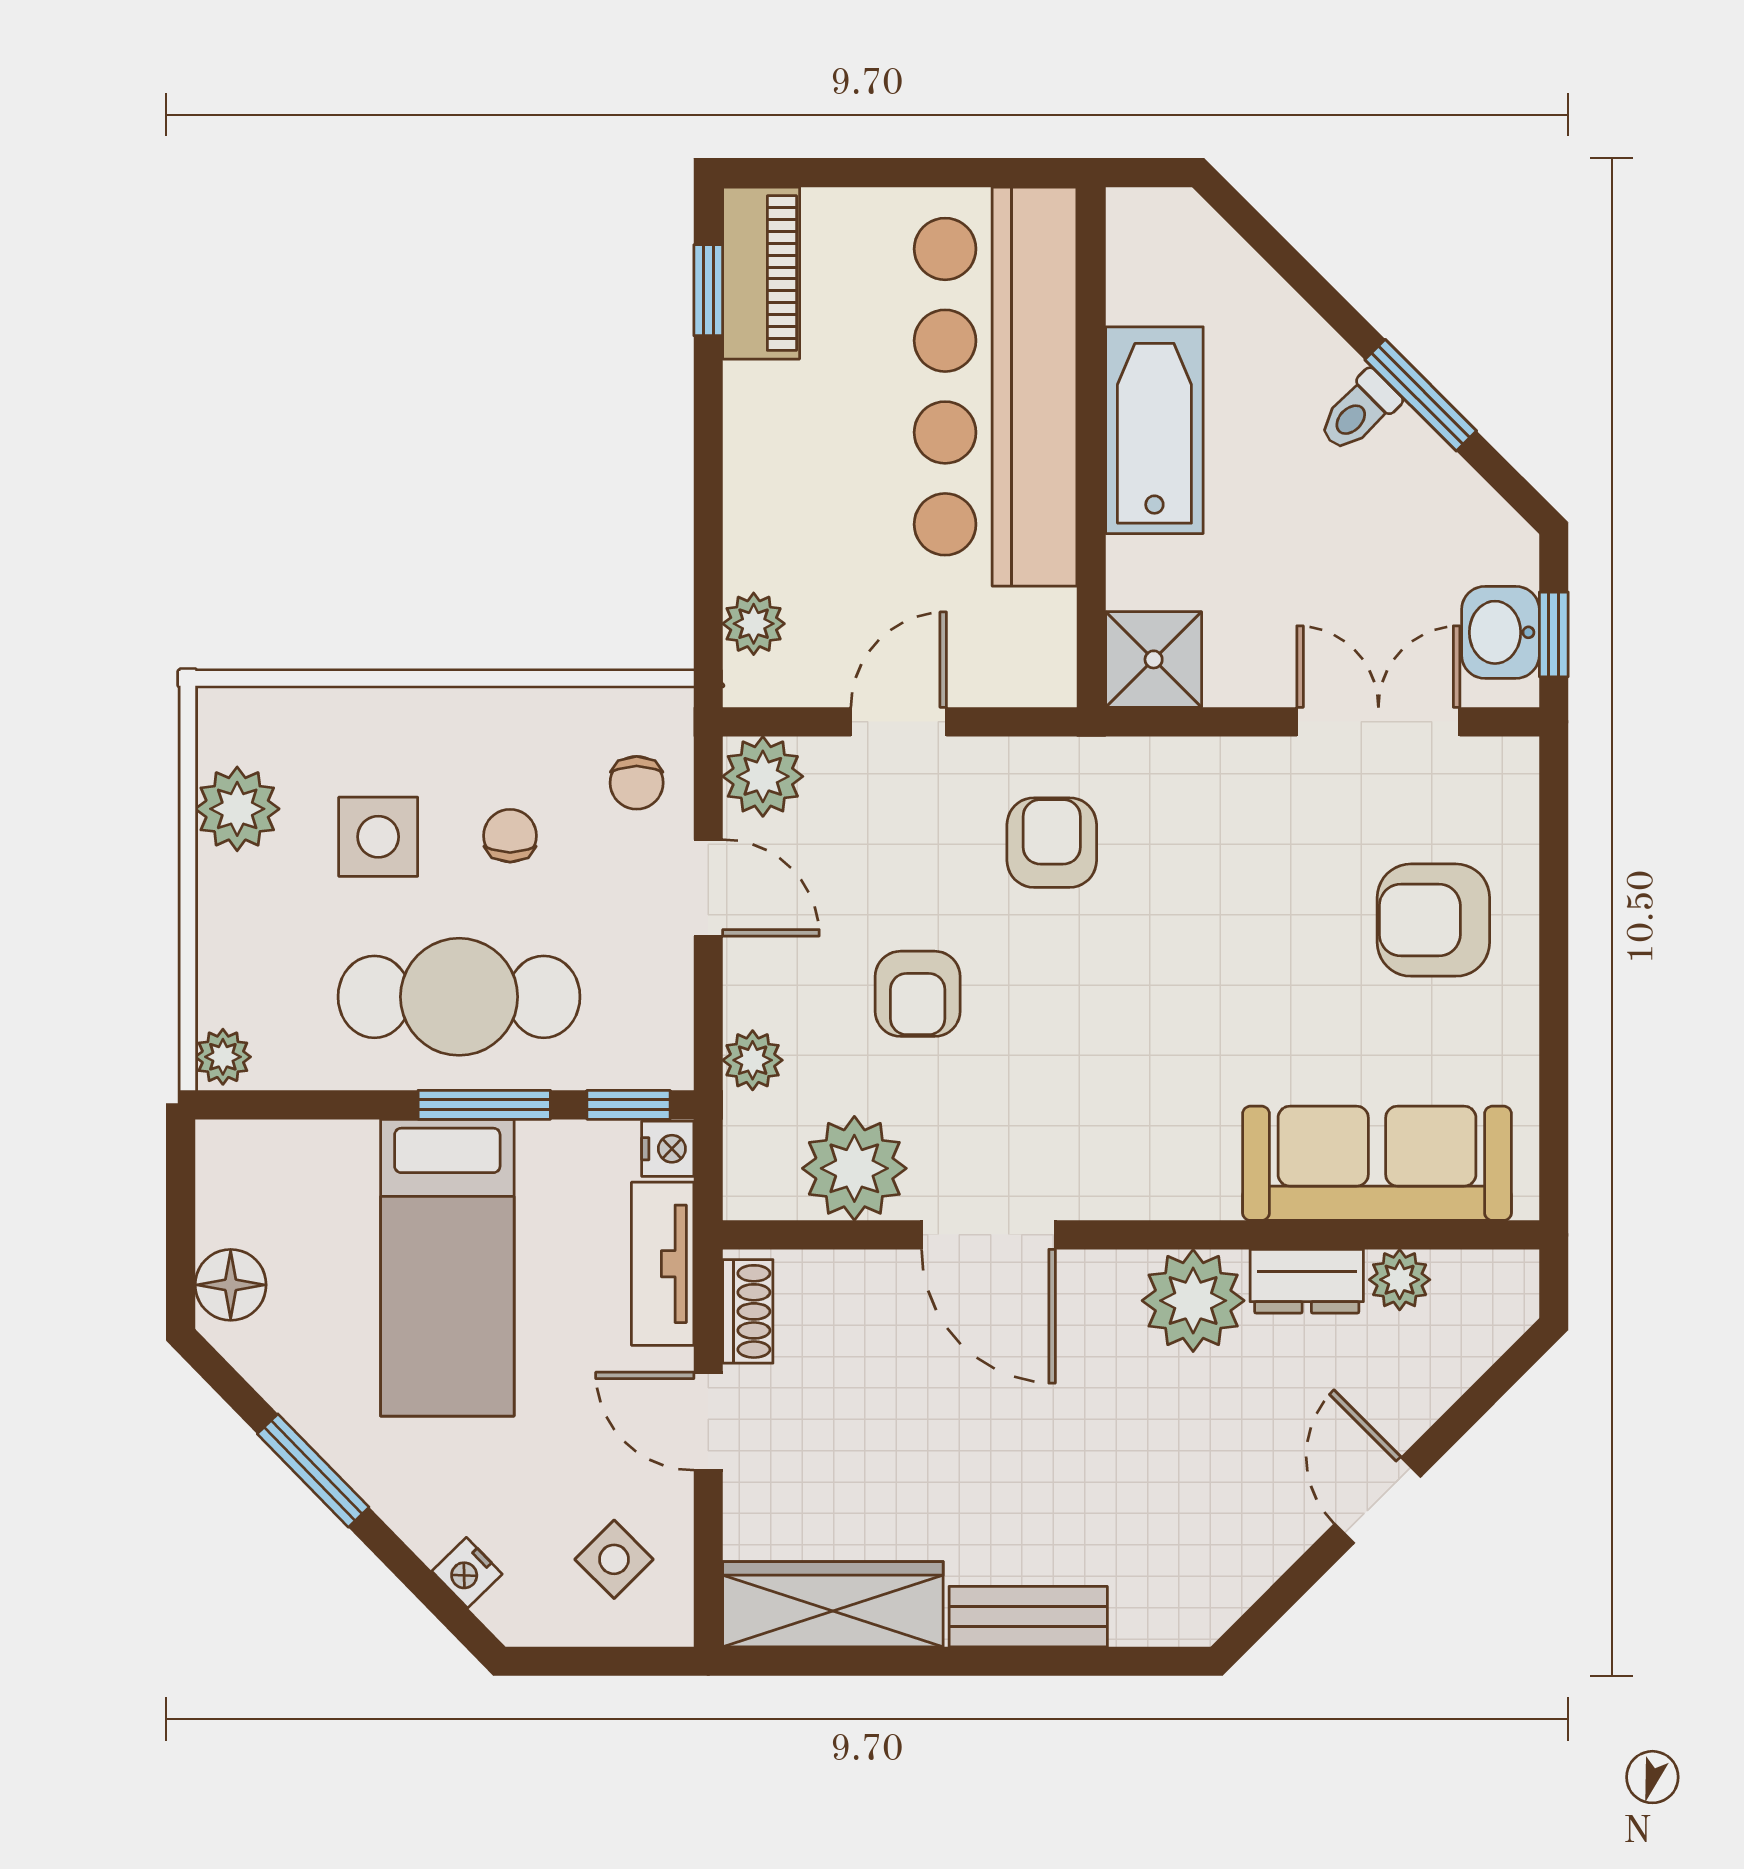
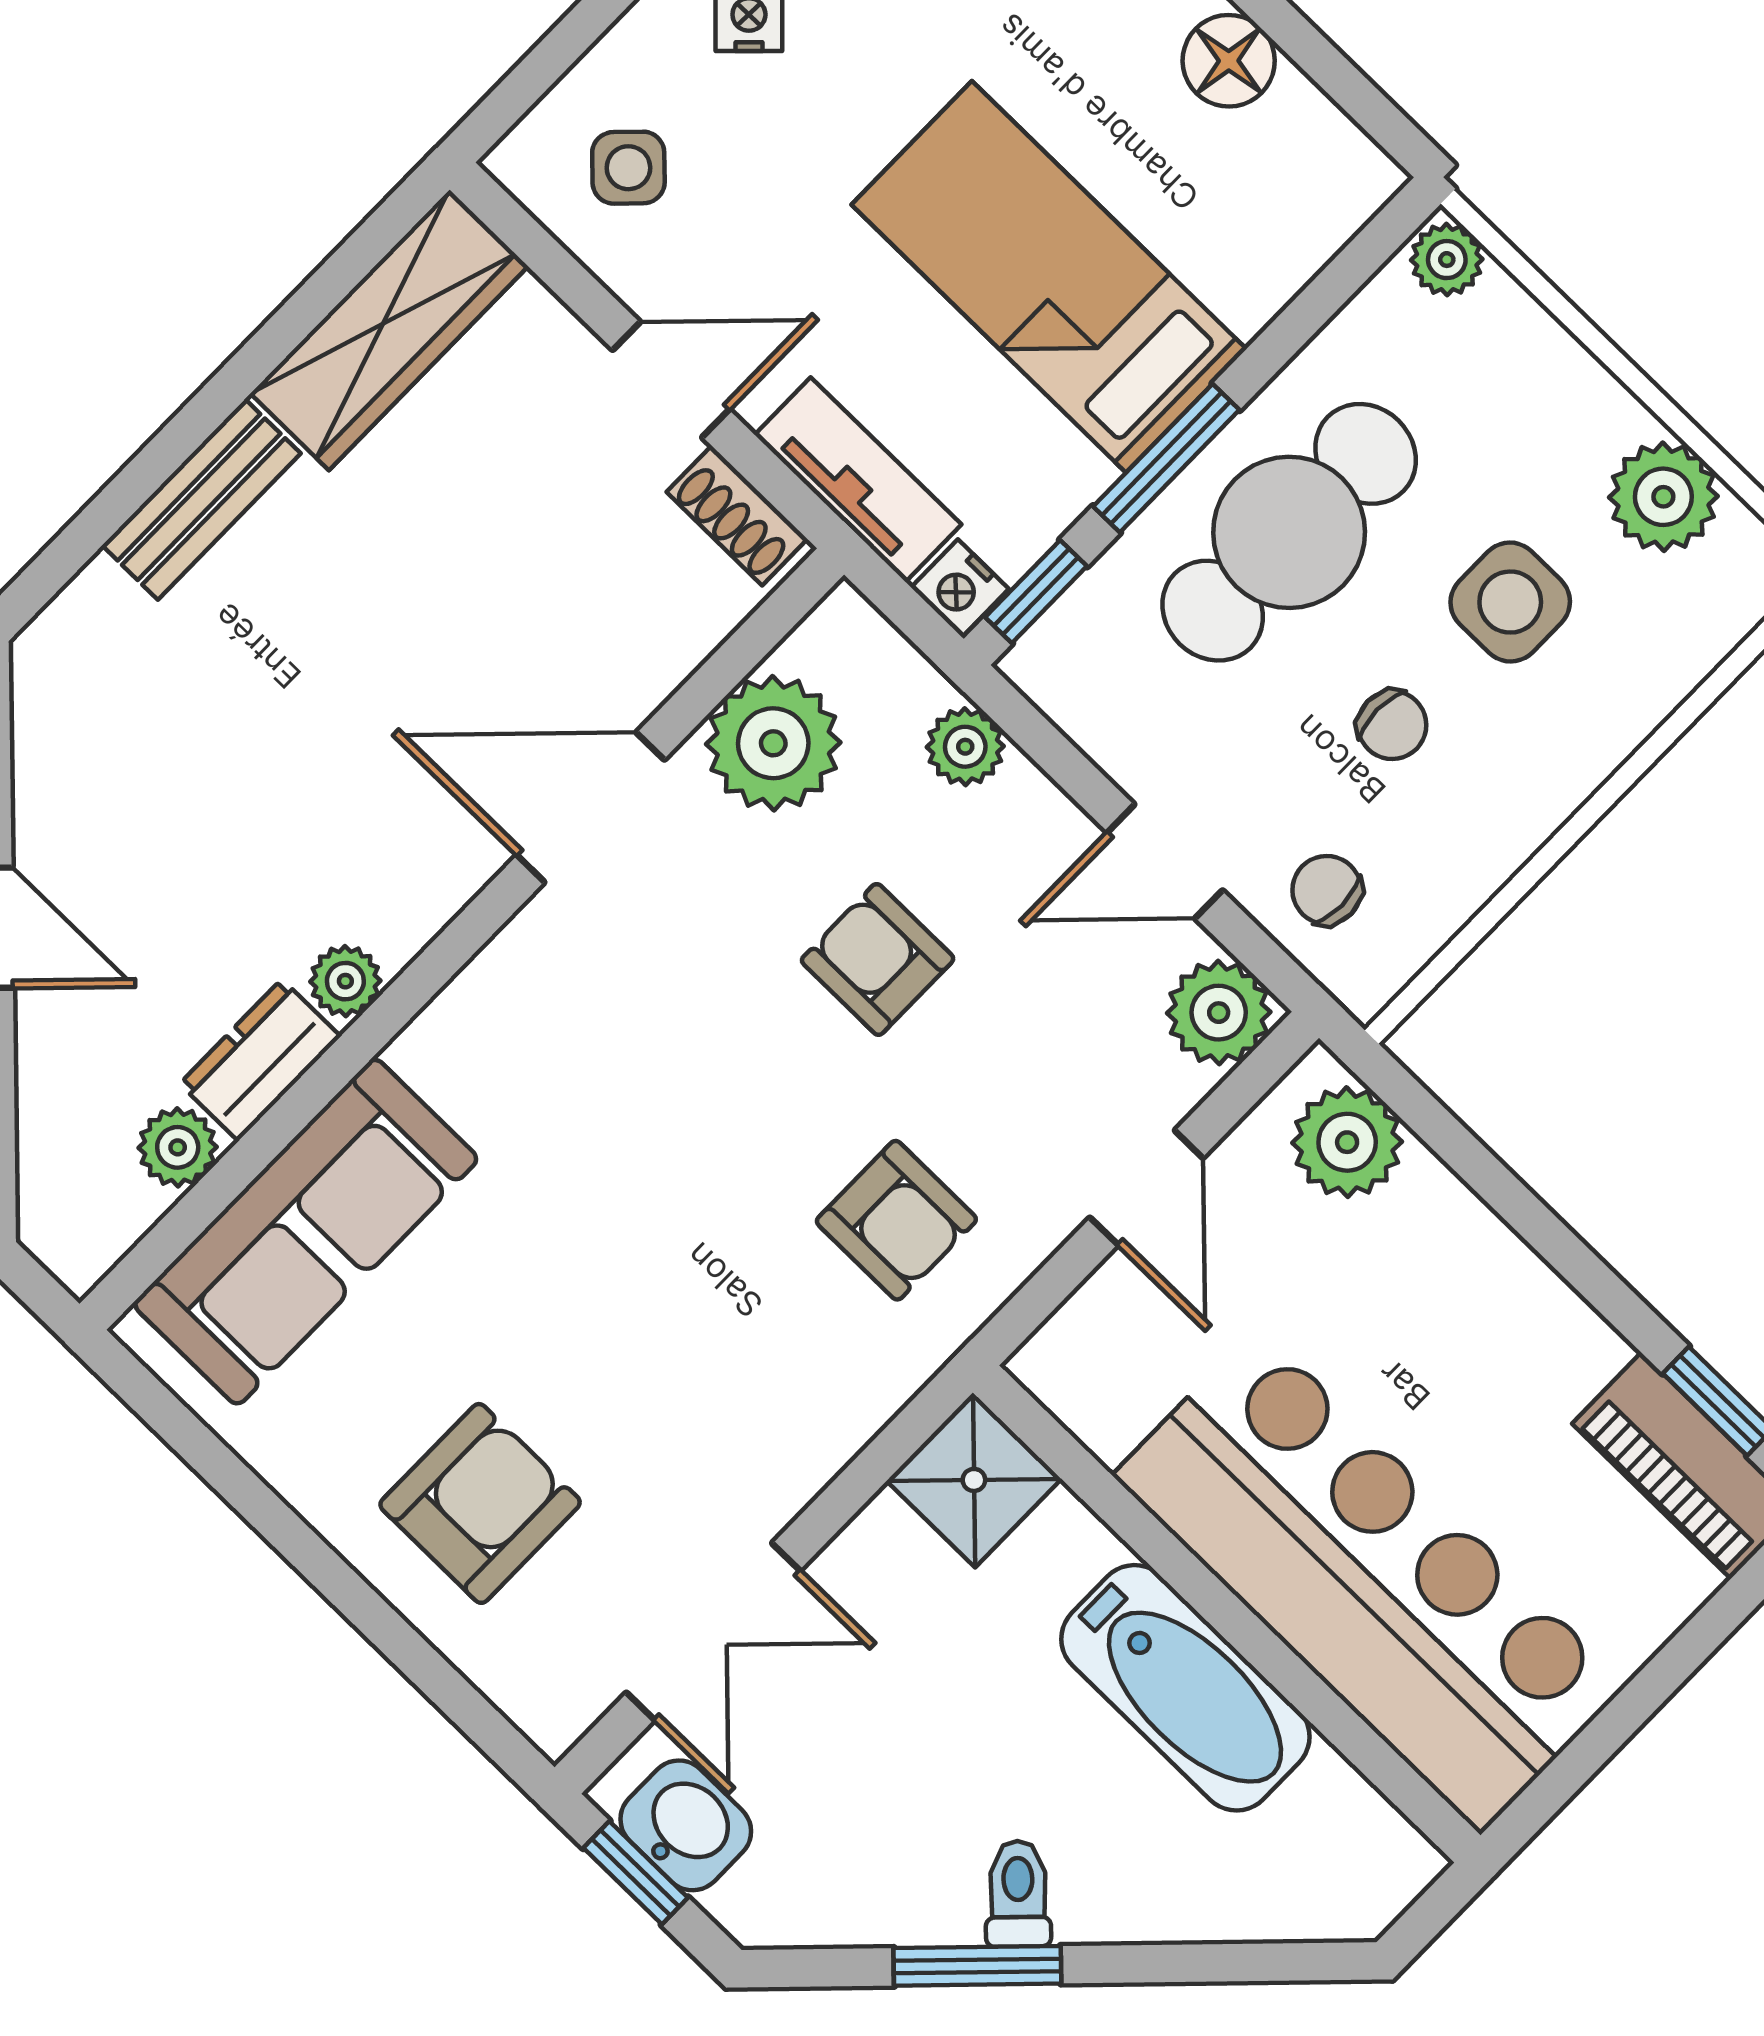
plant: (754, 624) -> (1347, 1142), width x1.38, depth x1.38
plant: (1193, 1301) -> (345, 981), width x0.53, depth x0.53

